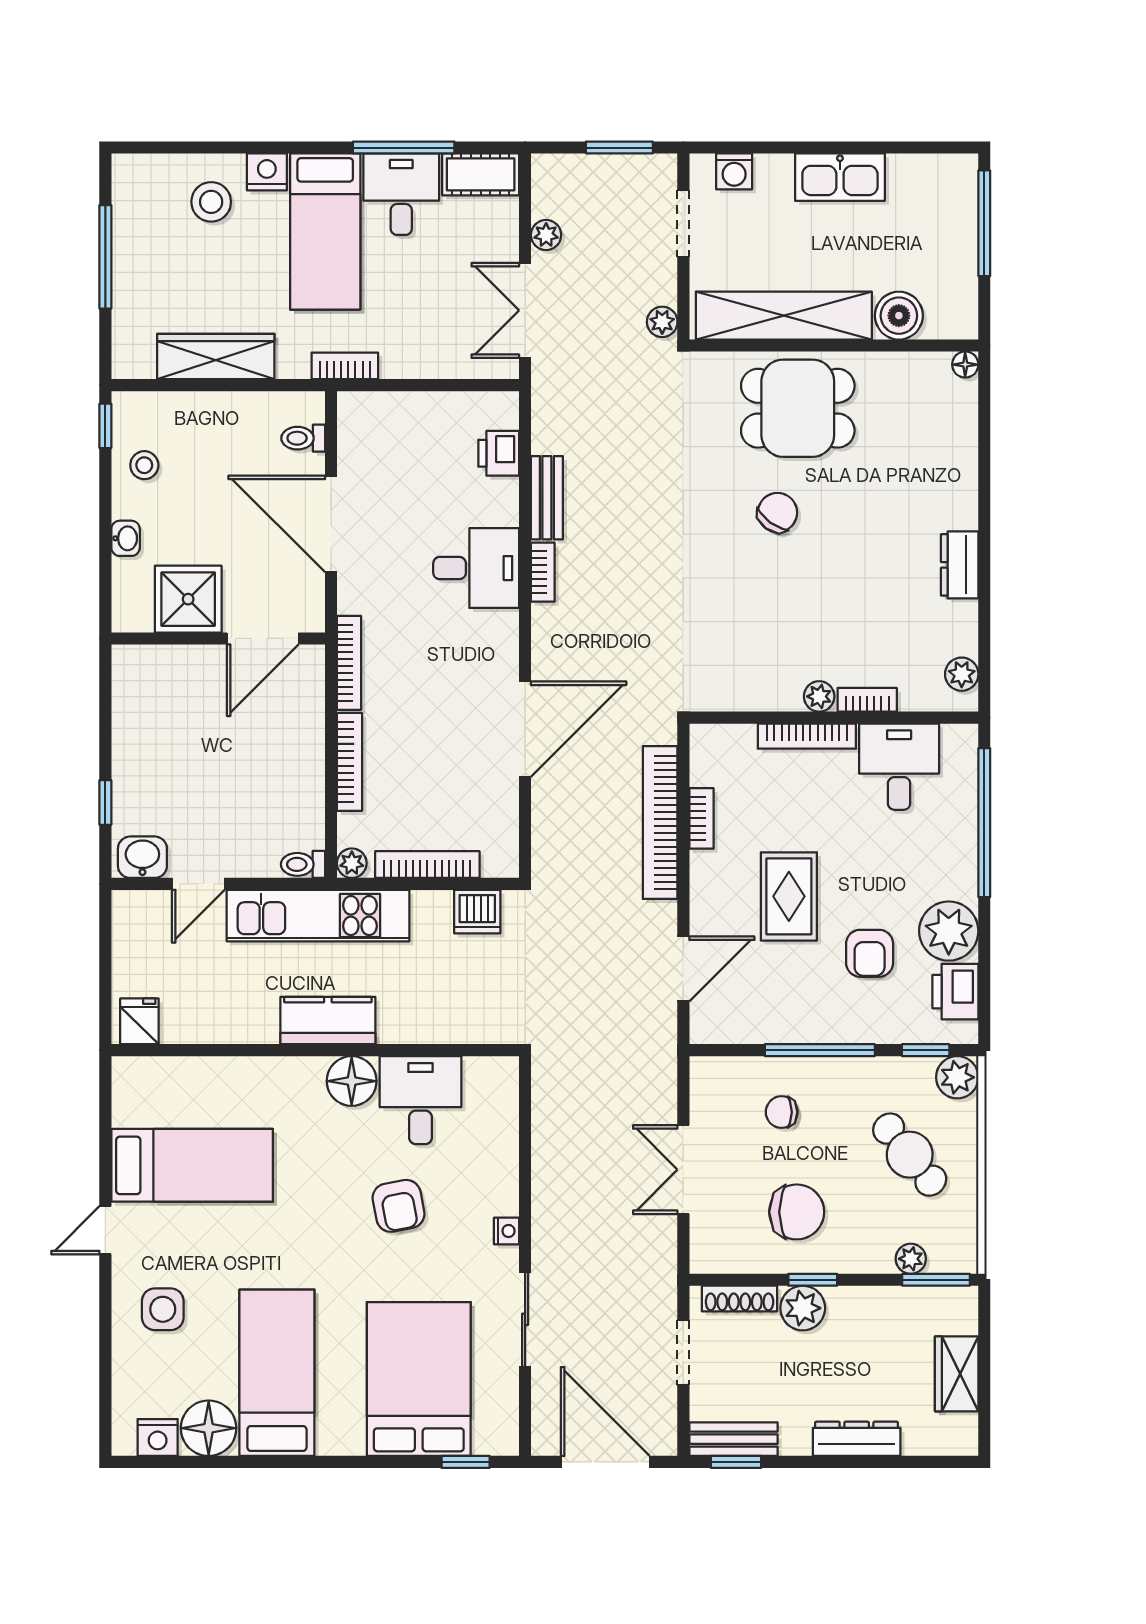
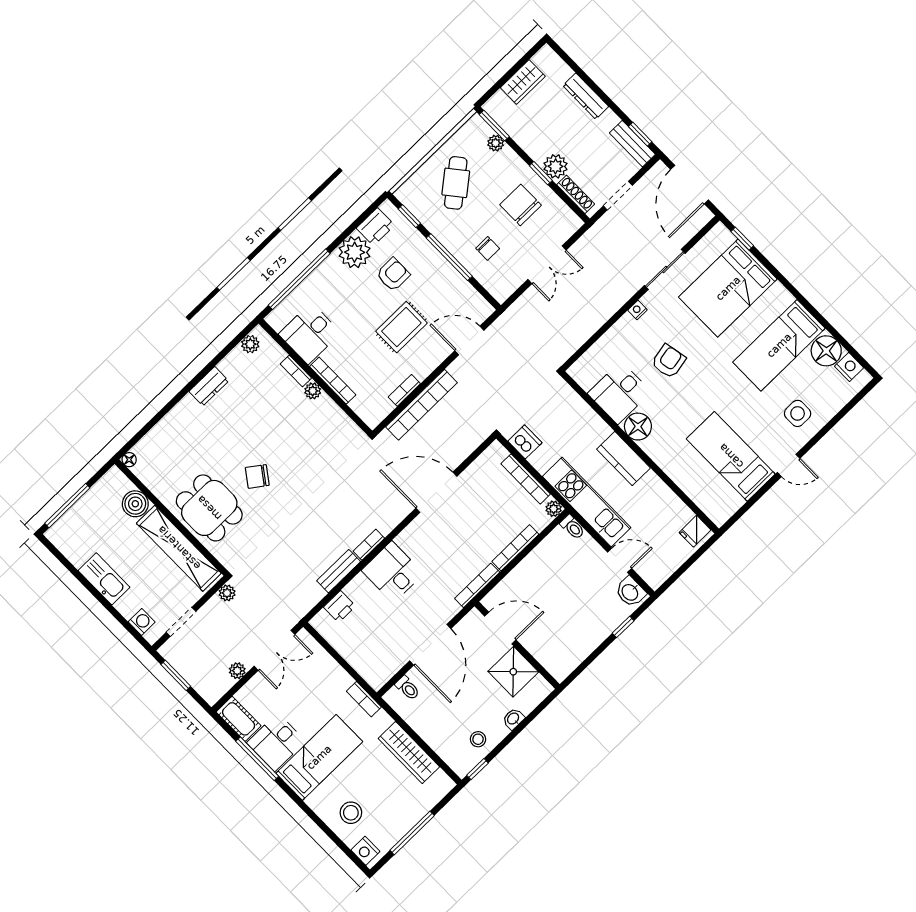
nightstand: (267, 172) -> (365, 851), moved
plant: (957, 1077) -> (408, 194), removed

